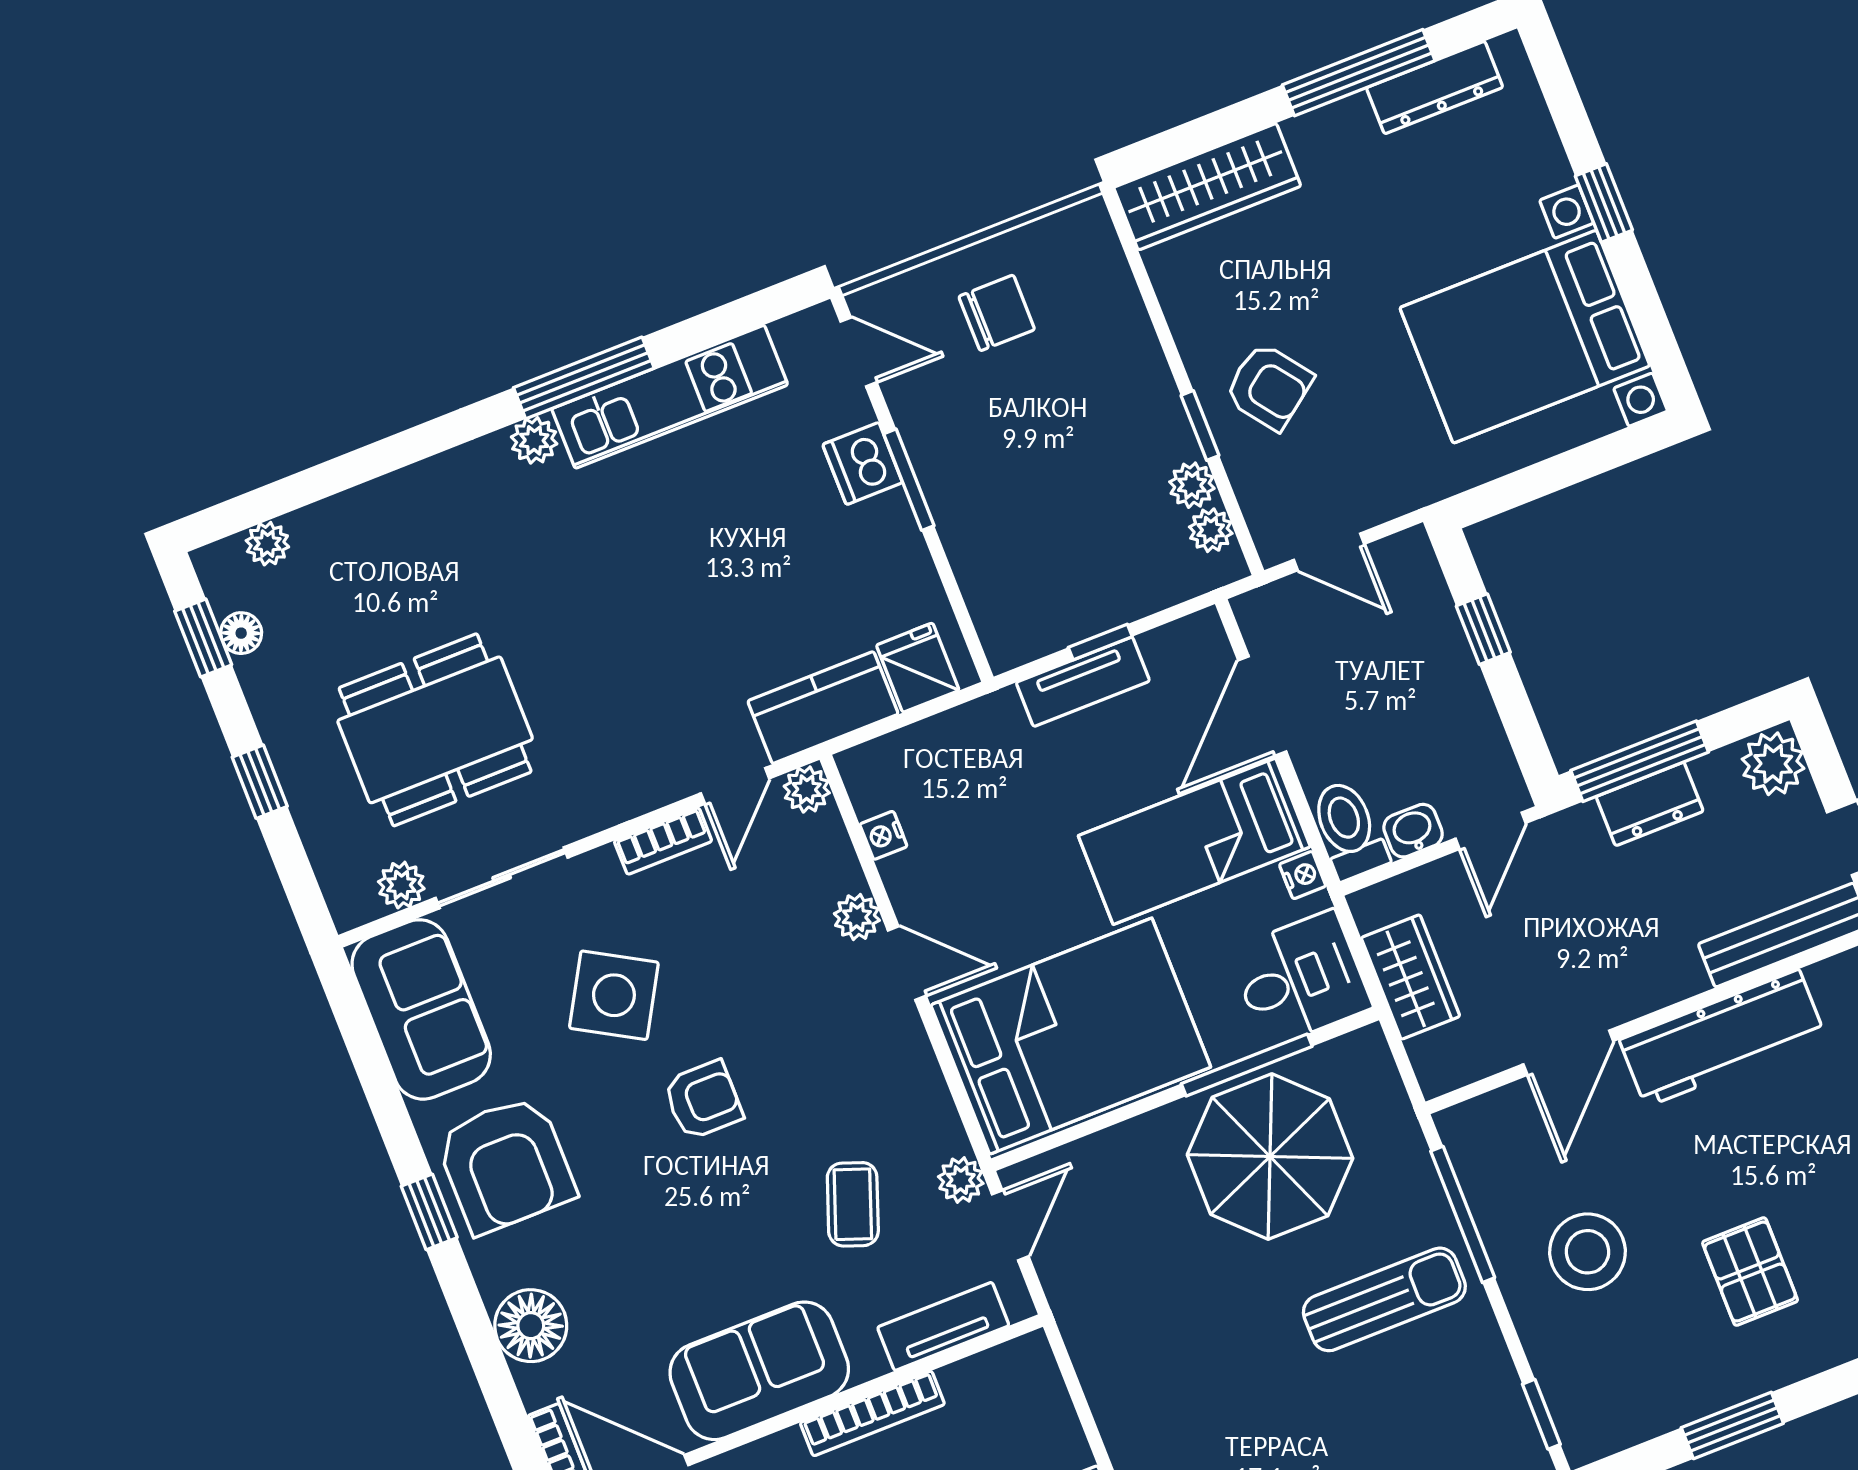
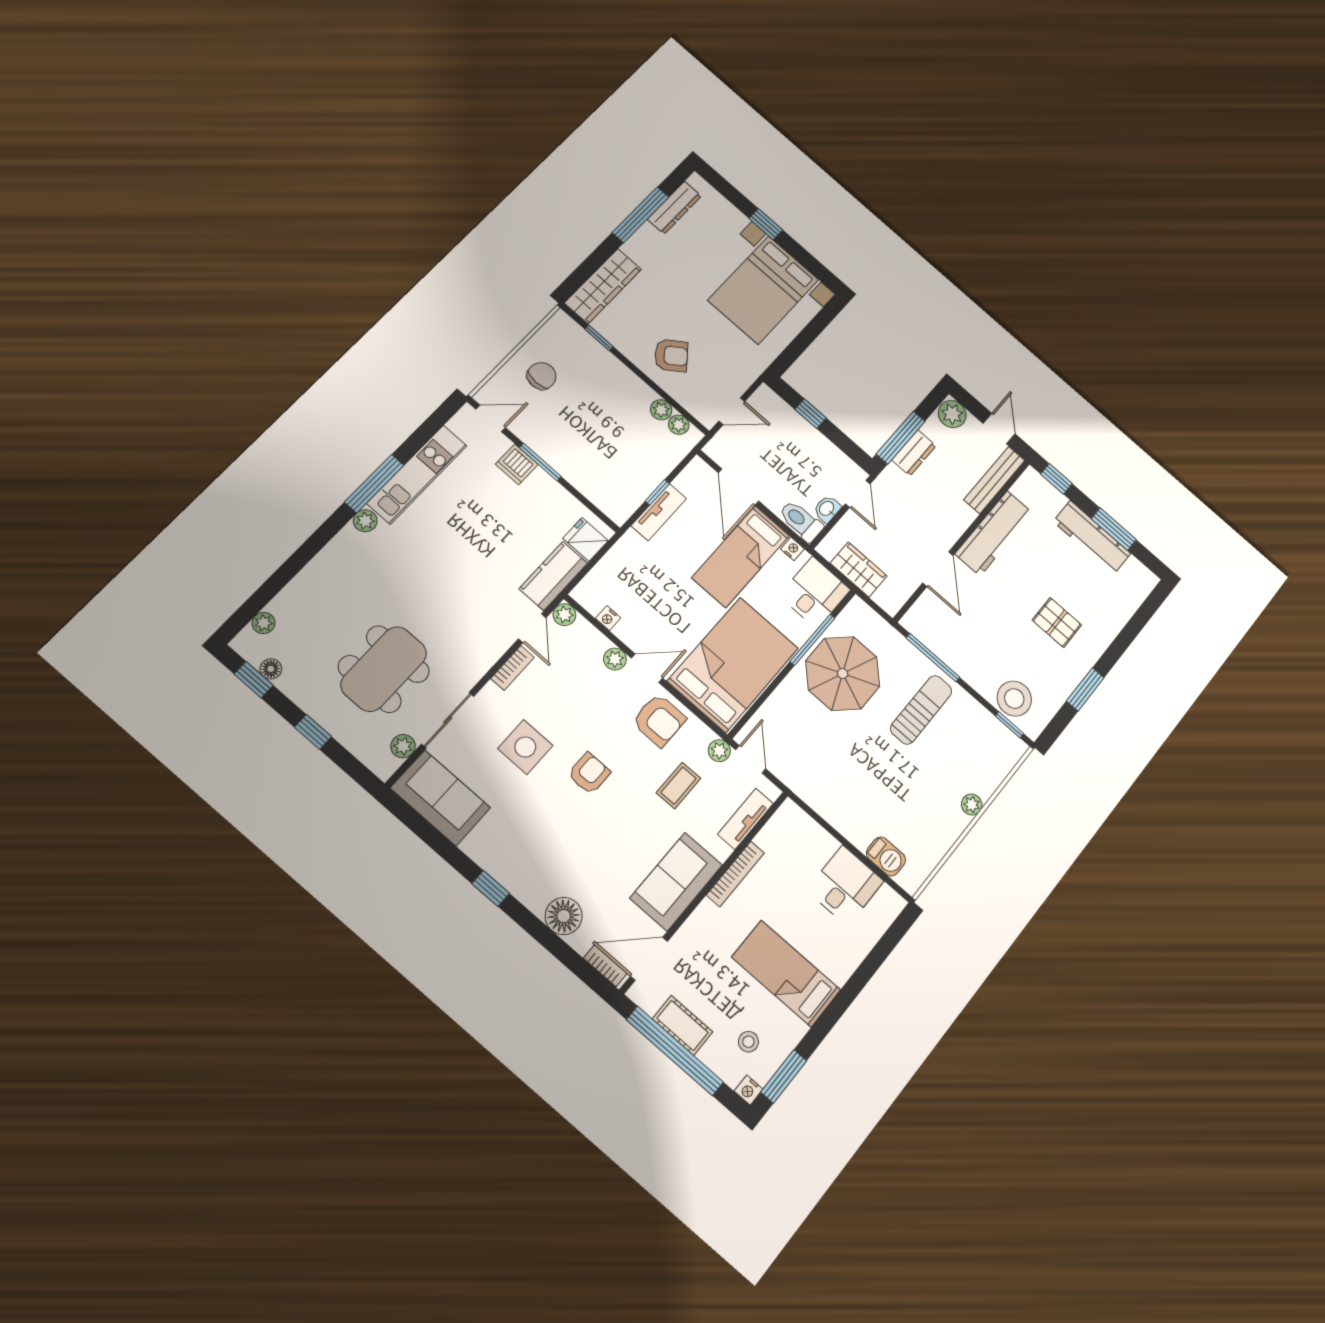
window: (1200, 425) -> (599, 338), moved
side table: (614, 995) -> (525, 747), turned -30
armchair: (506, 1164) -> (659, 720), moved, width x0.73, depth x0.73
coffee table: (853, 1204) -> (679, 786), turned 70
stool: (1588, 1252) -> (1014, 699), moved

